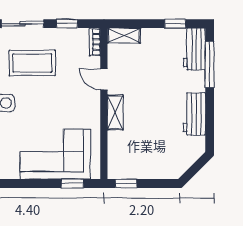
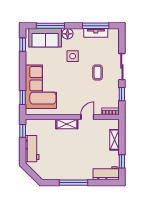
shelving: (124, 35) -> (115, 140), moved
coffee table: (32, 63) -> (98, 72), width x0.54, depth x0.58
window: (210, 64) -> (73, 183), moved
workbench: (194, 114) -> (32, 149), moved, turned 90

